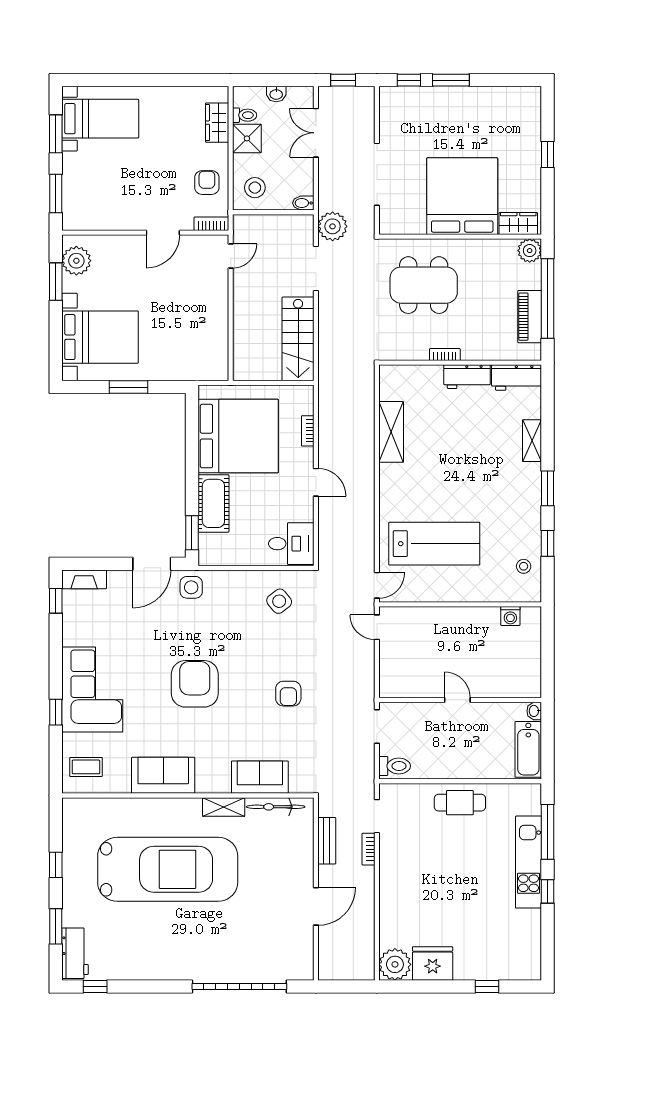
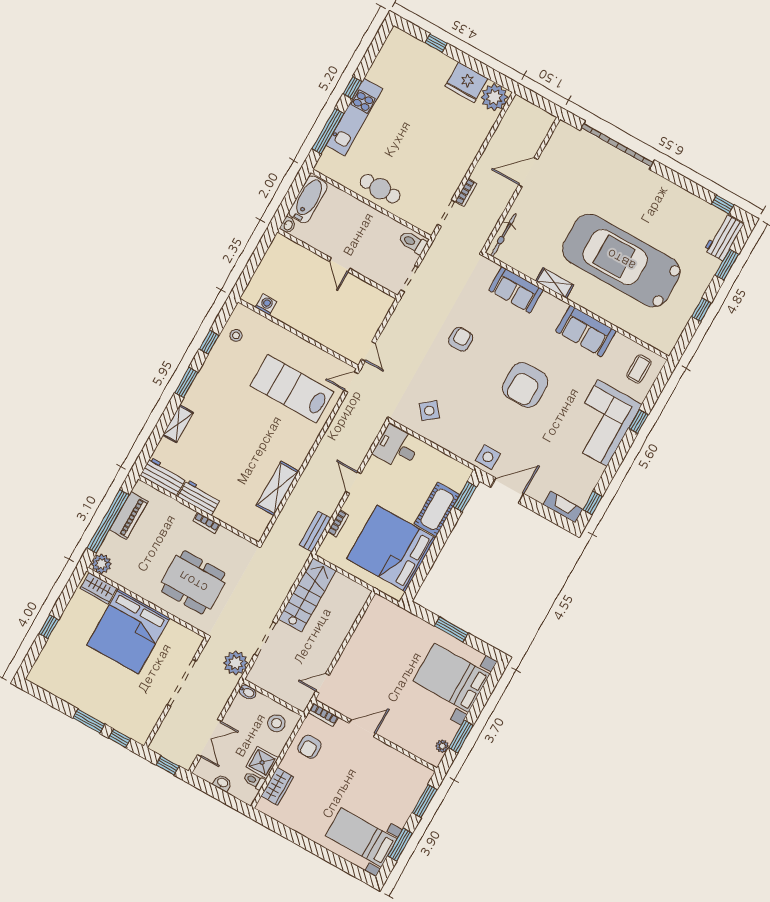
plant: (76, 261) -> (442, 746), width x0.53, depth x0.53
coffee table: (86, 767) -> (639, 369), turned 90
bicycle: (276, 807) -> (504, 235), moved, turned 90
bench: (327, 841) -> (315, 532), moved

